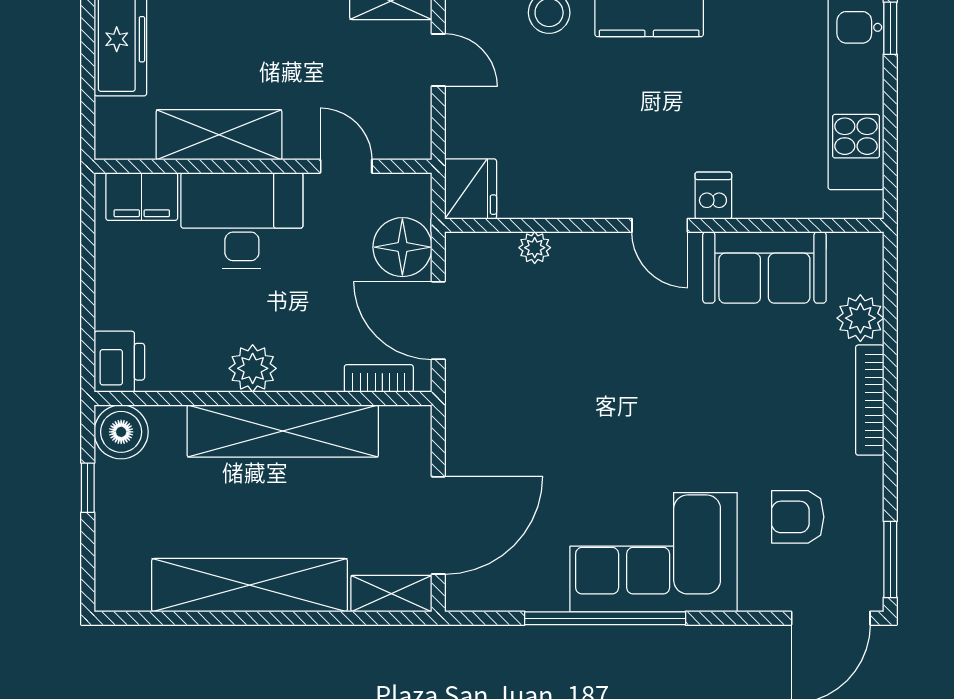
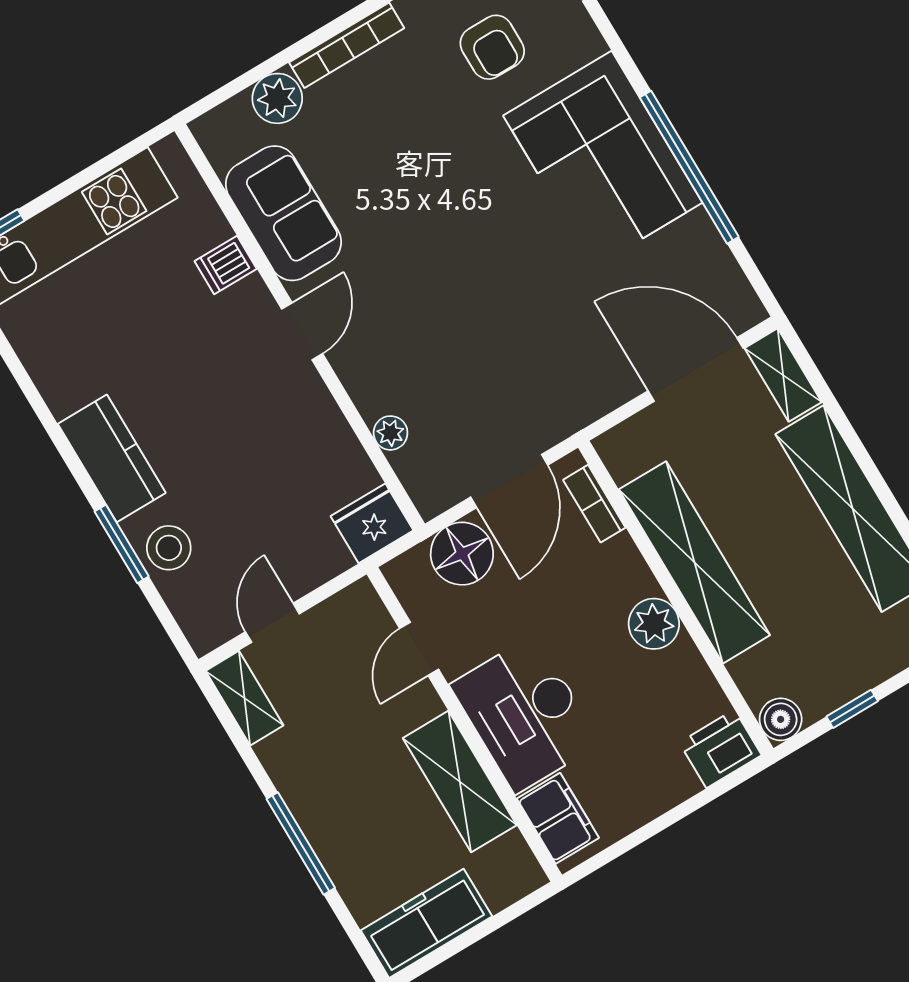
dishwasher: (713, 196) -> (226, 265), moved
boiler: (121, 432) -> (781, 719), width x0.73, depth x0.73

